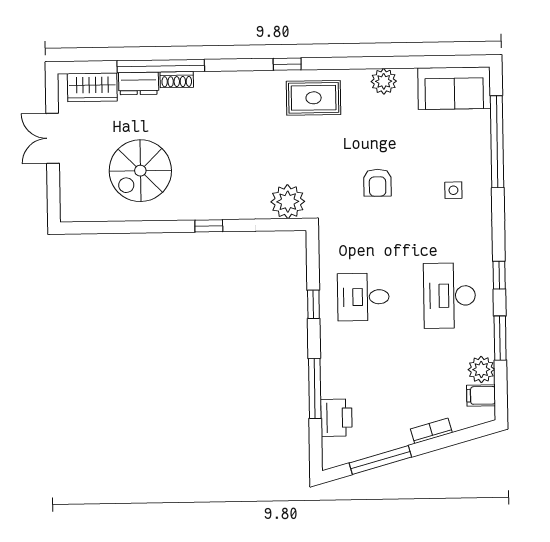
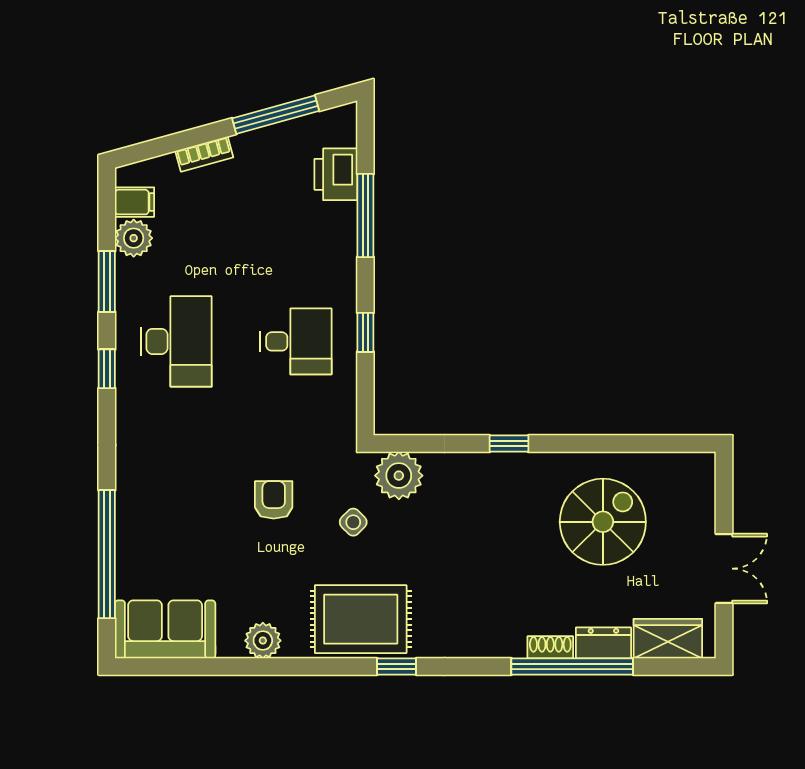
rug: (314, 98) -> (361, 619), width x1.36, depth x1.43
side table: (453, 190) -> (353, 522), moved, turned 45

